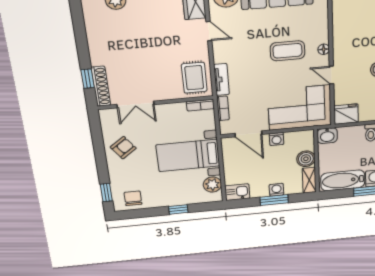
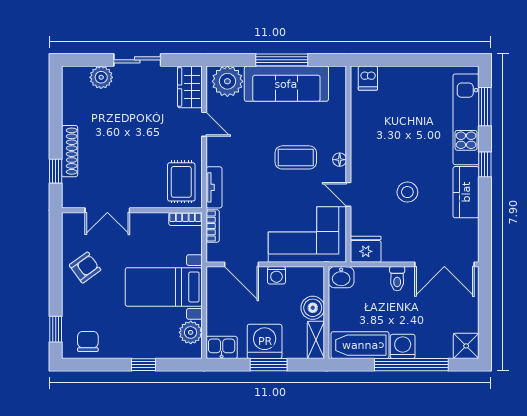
shoe rack: (101, 86) -> (70, 151), moved
washing machine: (277, 190) -> (265, 341), width x1.89, depth x1.89

